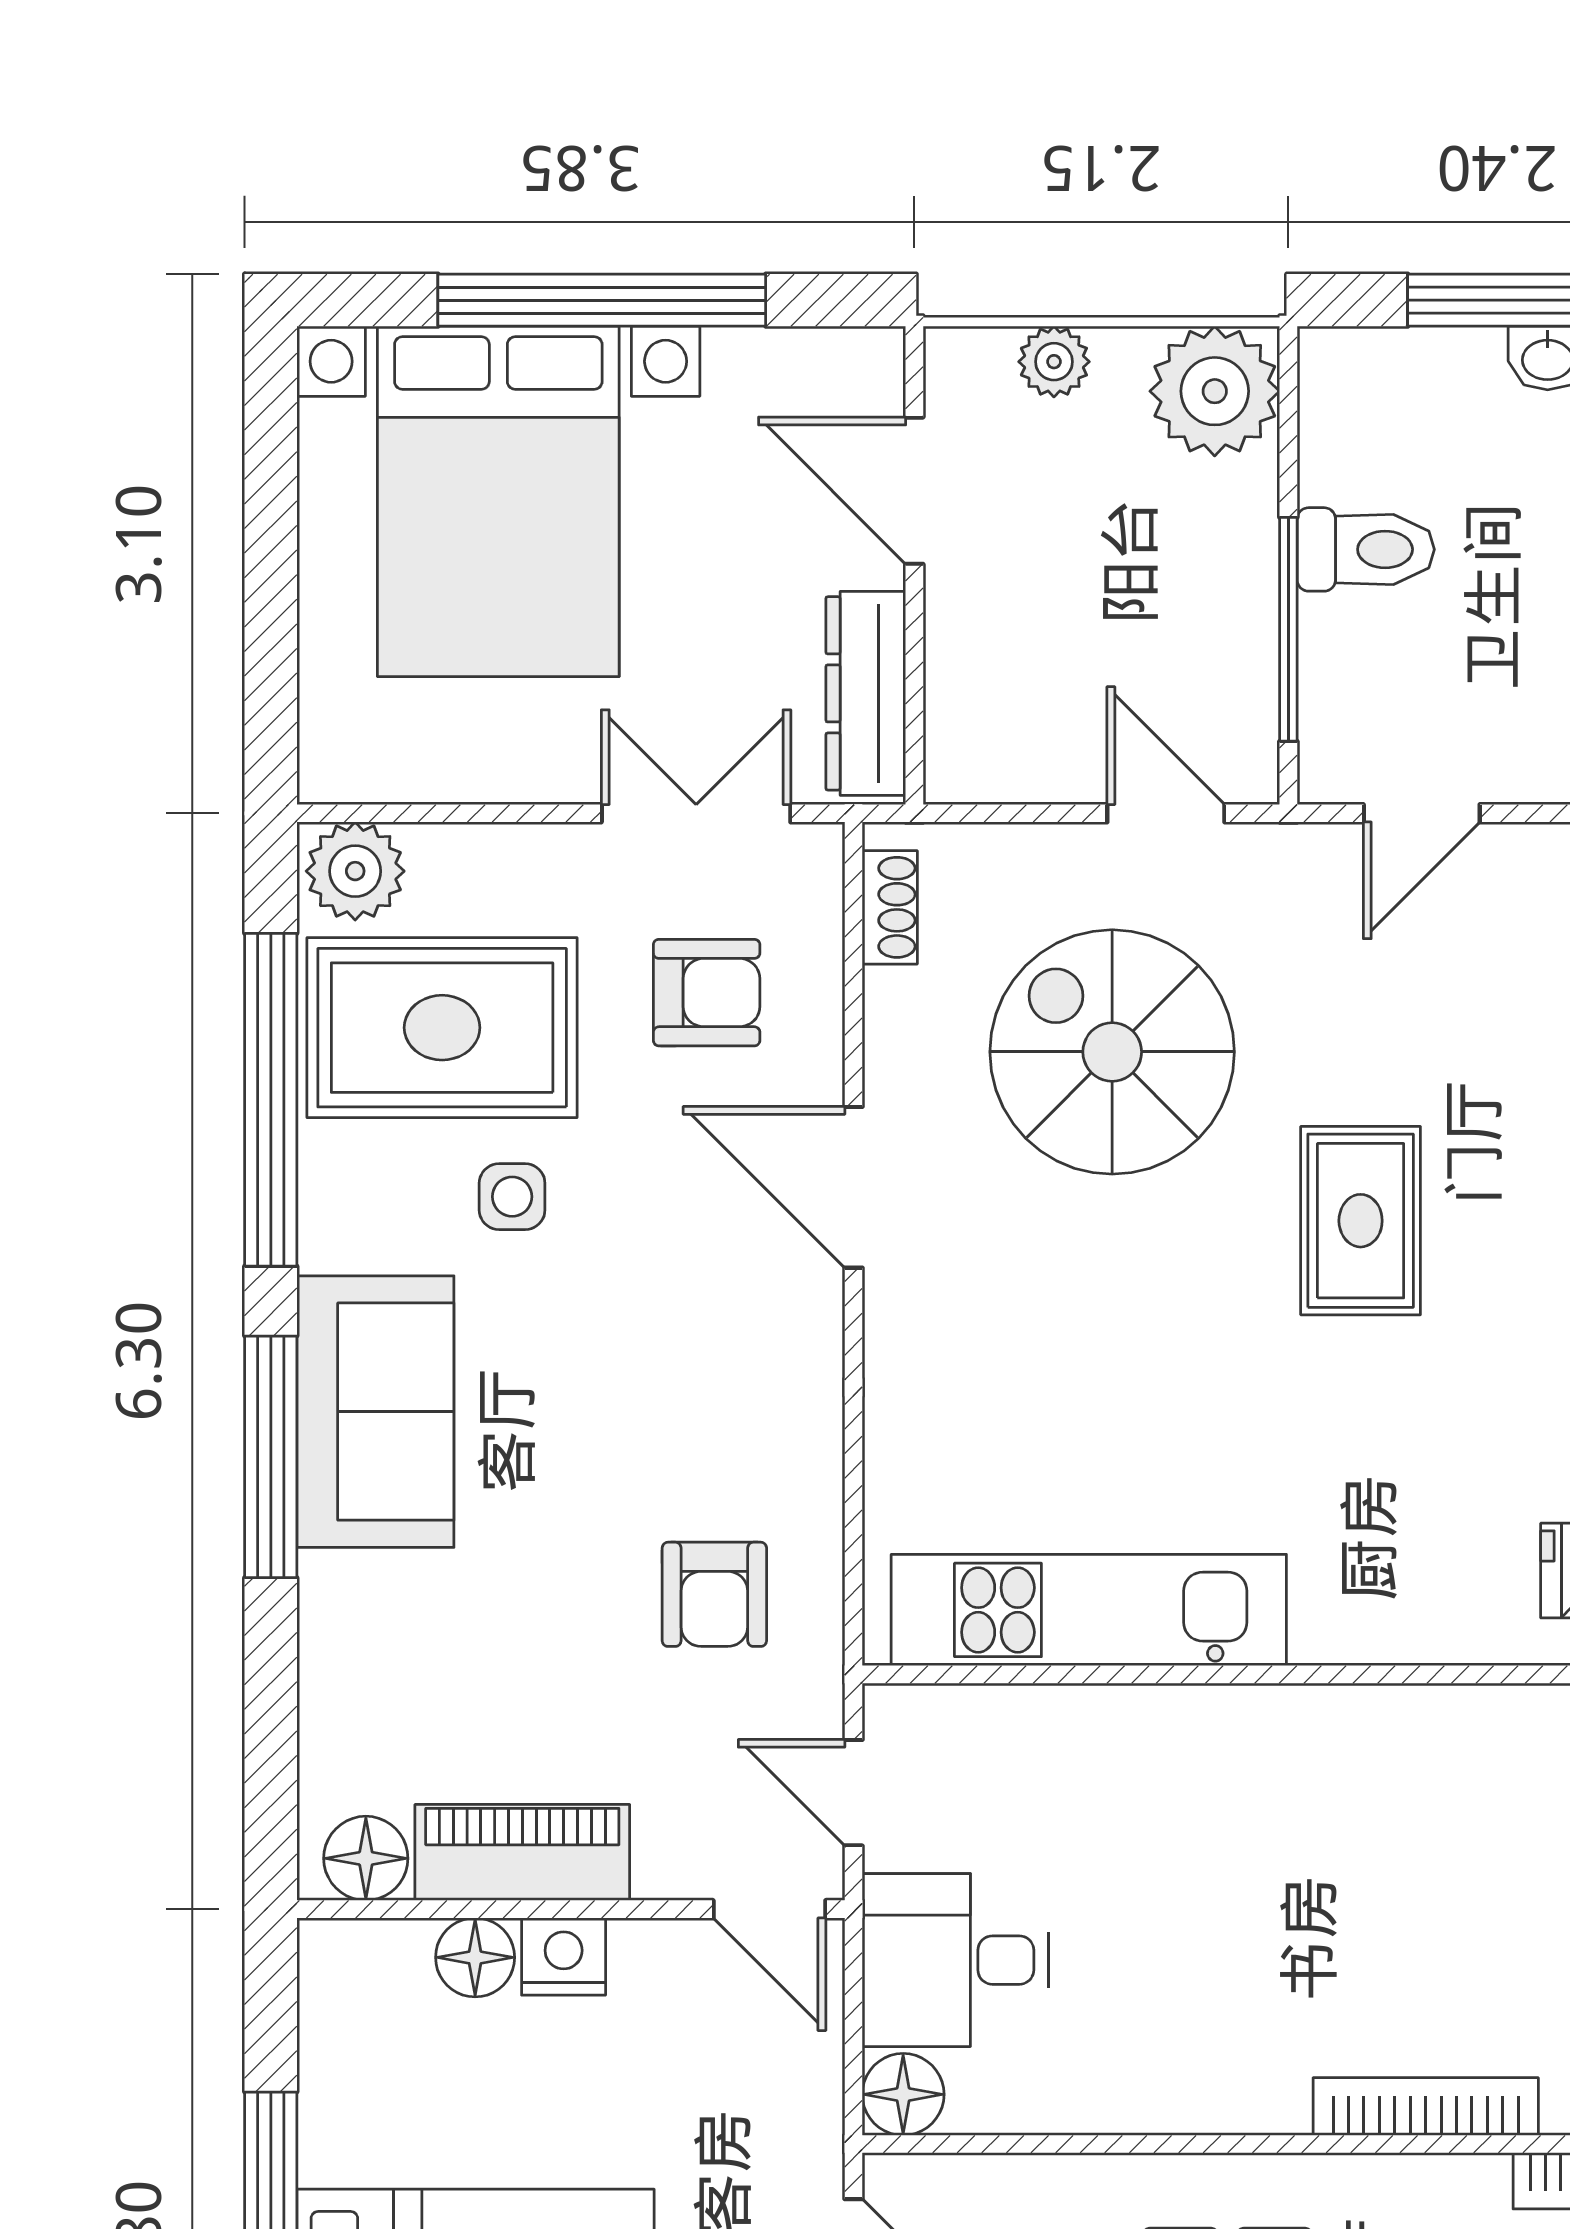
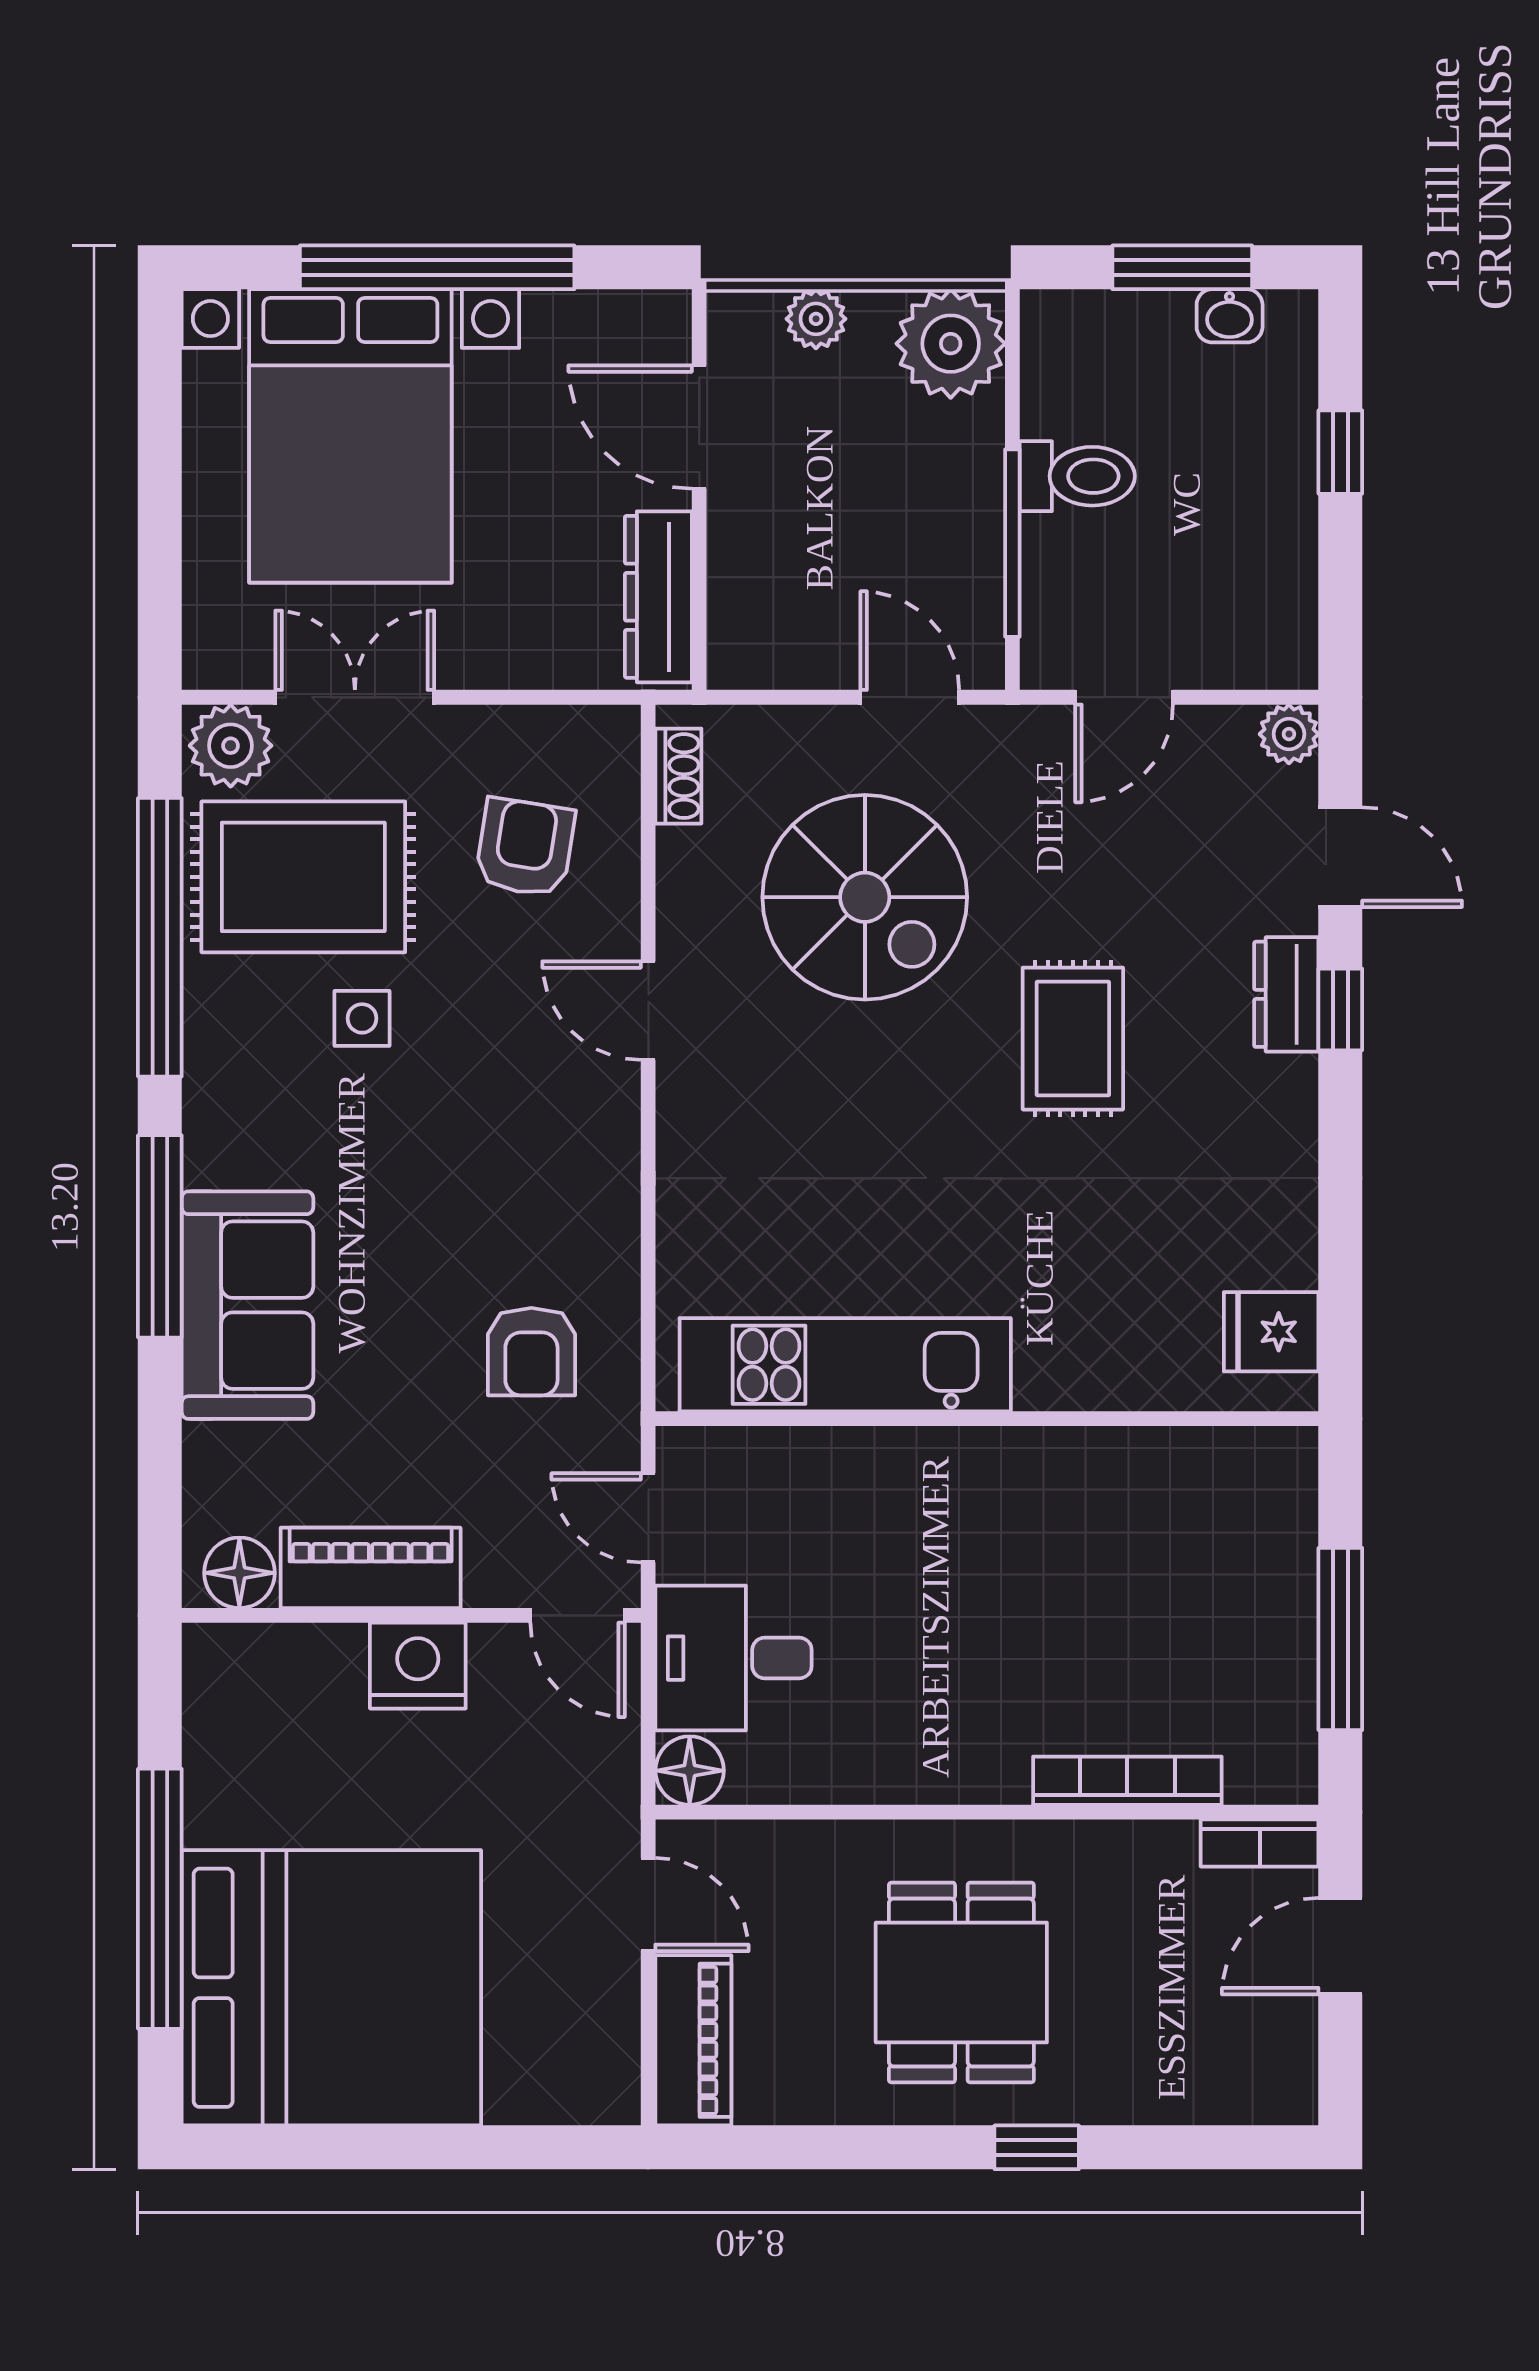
double door: (696, 813) -> (355, 697), moved
armchair: (707, 993) -> (525, 847), turned -81
spiral stairs: (1112, 1052) -> (865, 897), turned 180
door: (854, 1187) -> (648, 1011), width x0.73
sofa: (375, 1412) -> (247, 1305), moved
floor lamp: (475, 1957) -> (331, 1656), removed
nightstand: (564, 1957) -> (418, 1666), width x1.36, depth x1.33

